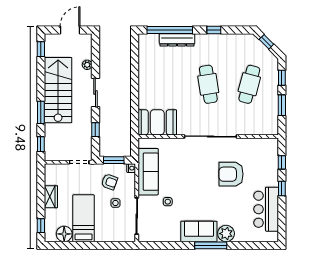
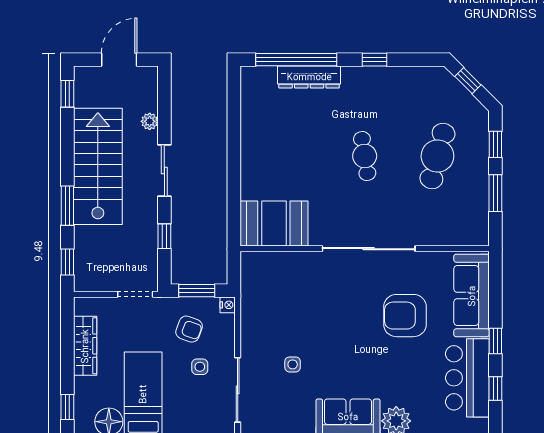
cafe table: (208, 84) -> (365, 156), width x0.73, depth x0.74
window: (282, 162) -> (495, 389), moved
sofa: (148, 172) -> (472, 296), moved, turned 180
wardrobe: (51, 197) -> (85, 346), width x1.50

